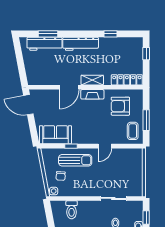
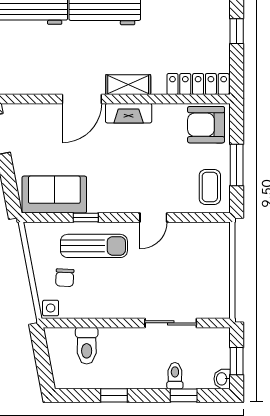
armchair: (120, 106) -> (206, 125), moved

